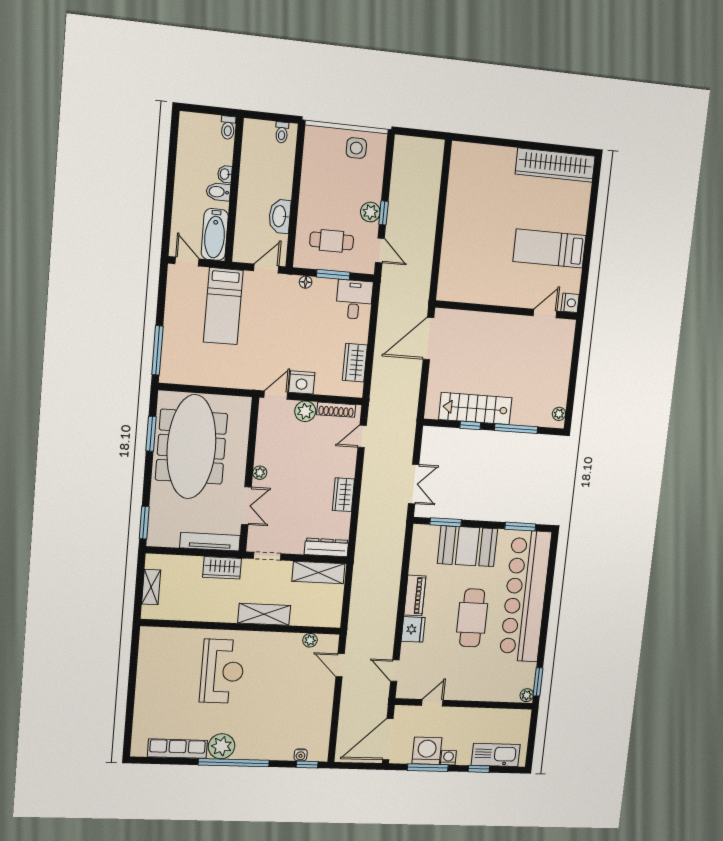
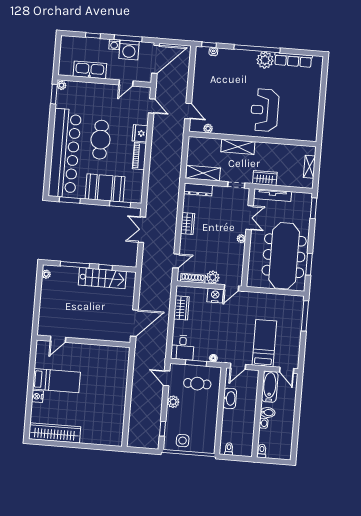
window: (384, 213) -> (163, 429), moved
nightstand: (570, 303) -> (37, 396), moved
double door: (246, 506) -> (250, 218), swing flipped
kitchen sink: (496, 755) -> (90, 70), moved, turned 180

